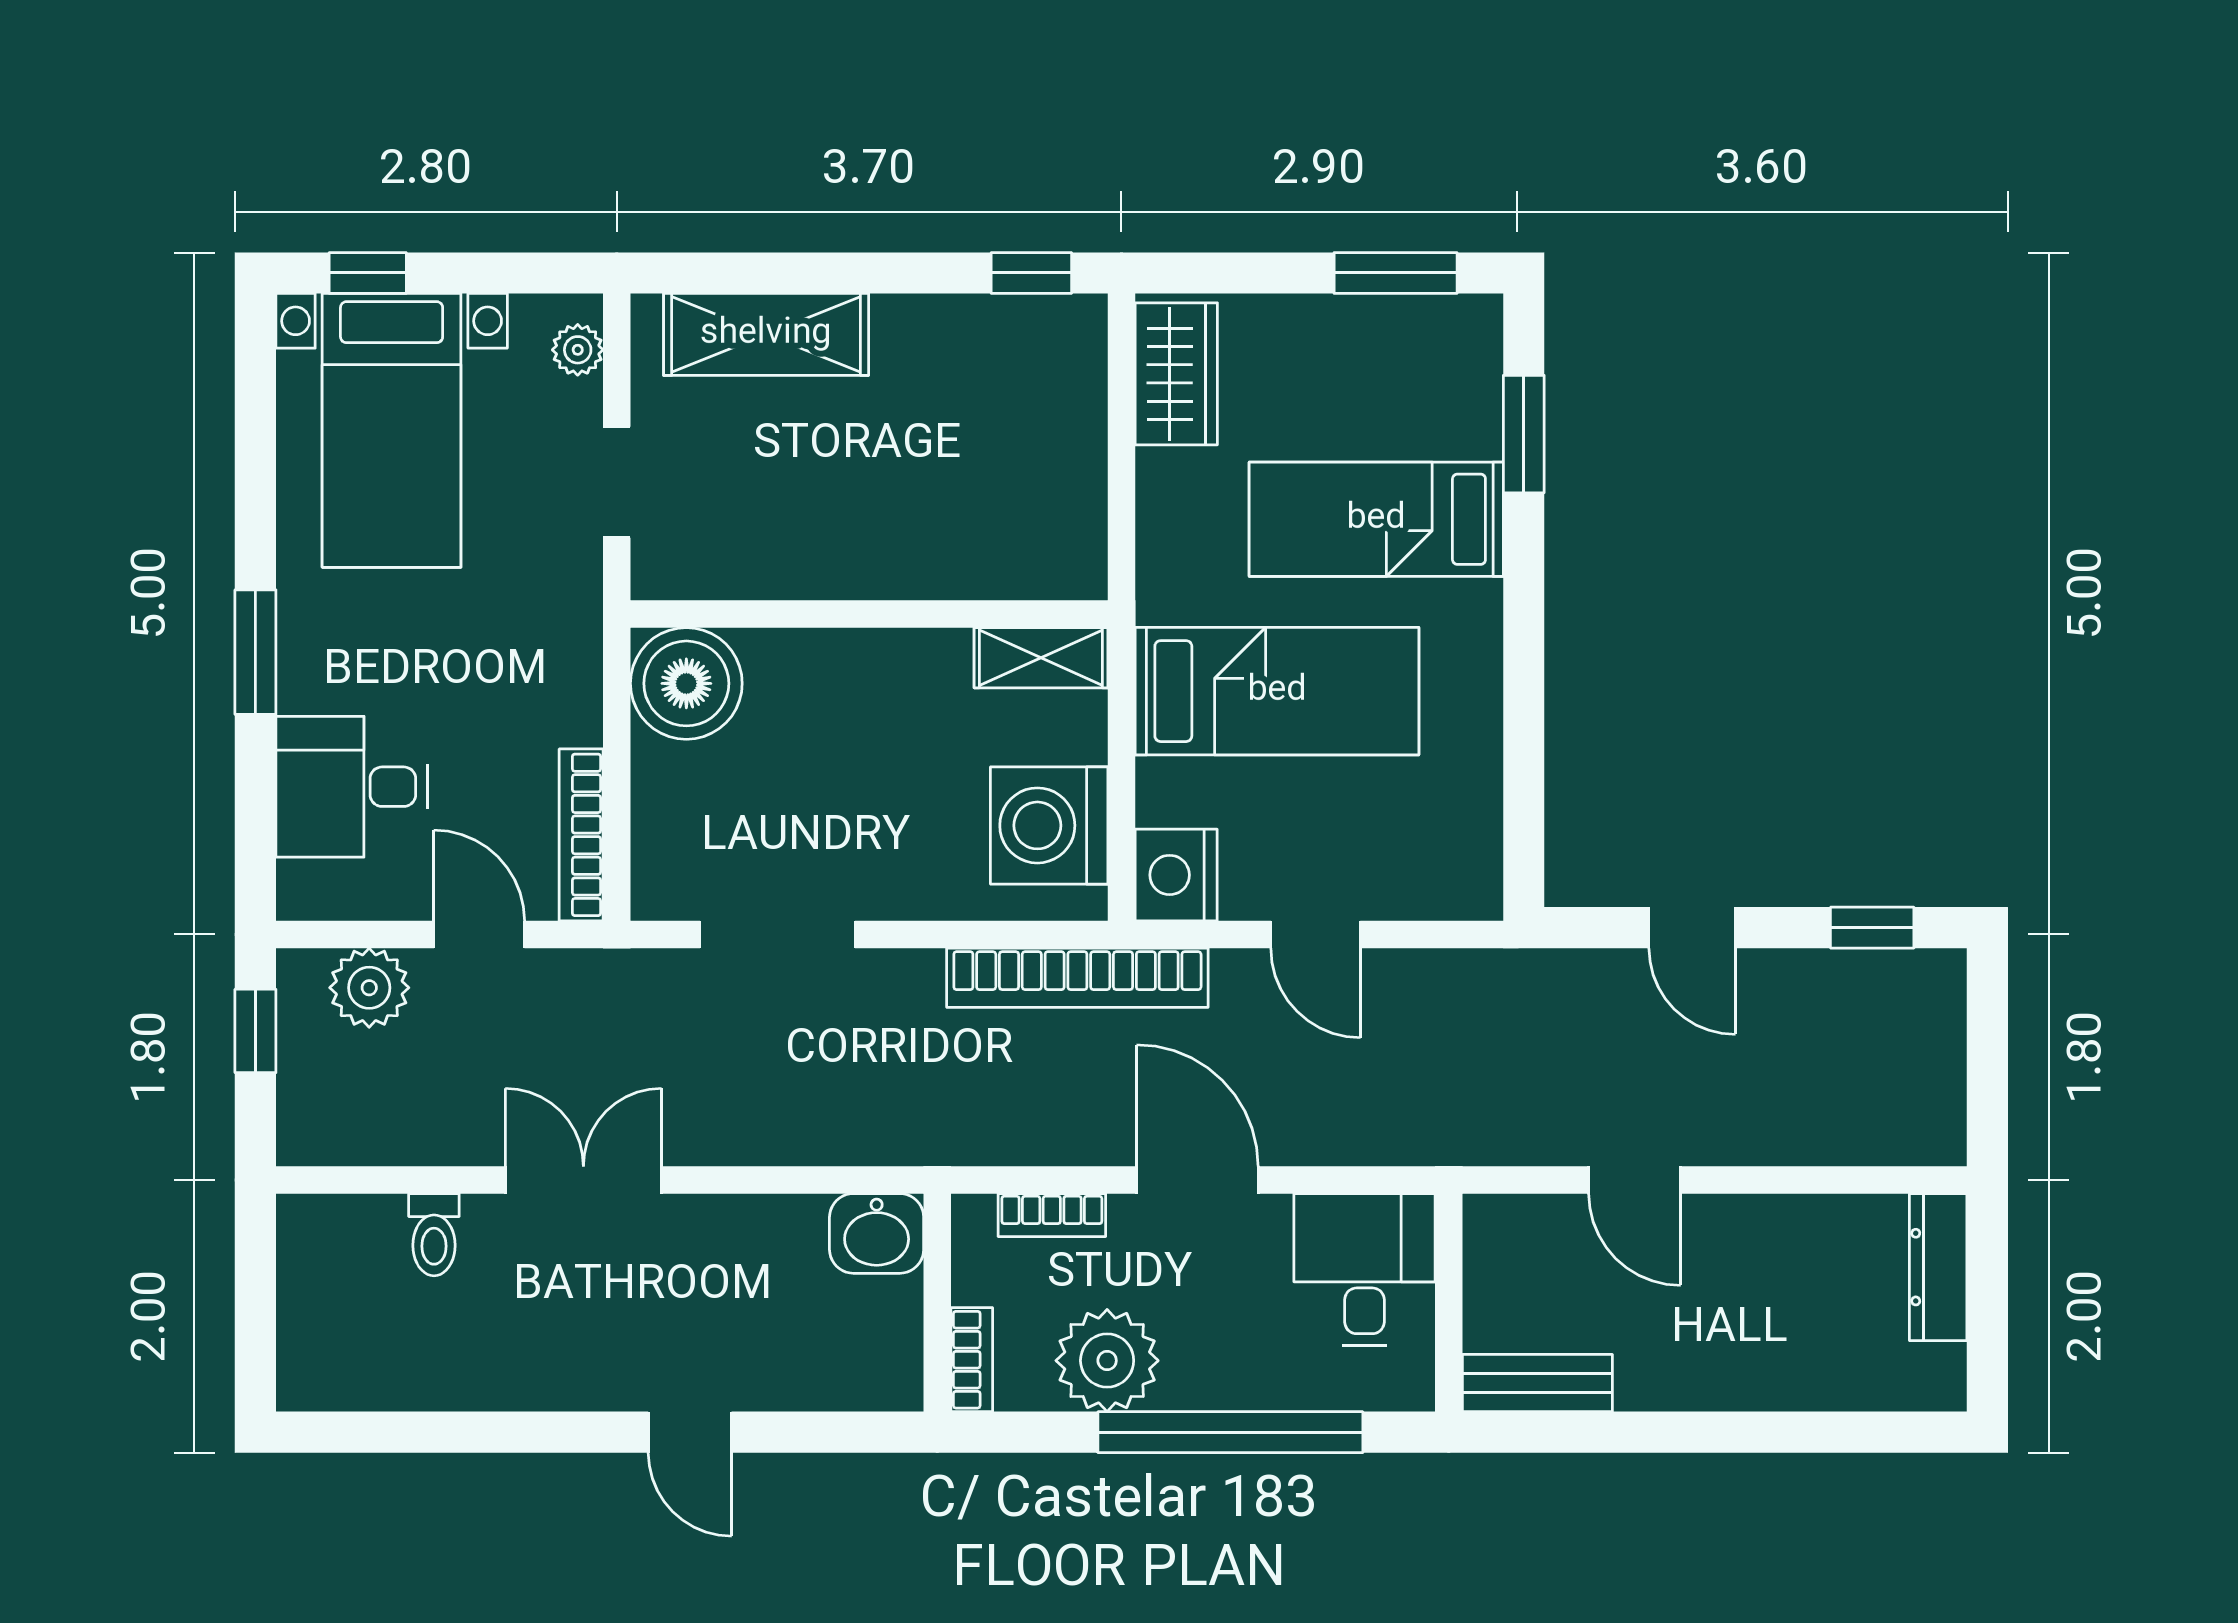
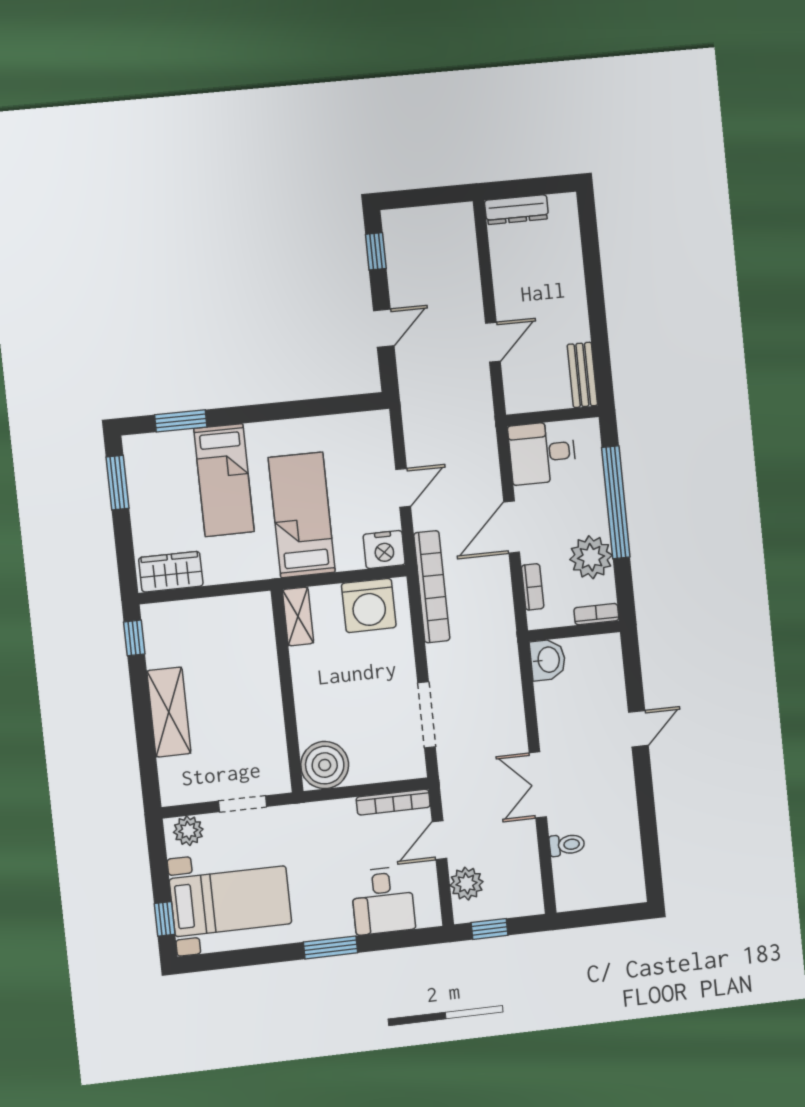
shelving: (766, 334) -> (169, 712), moved
plant: (578, 350) -> (188, 831), width x1.38, depth x1.38

